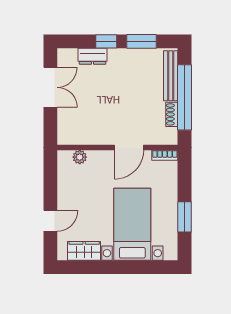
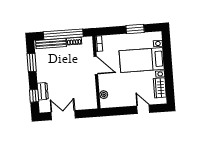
window: (106, 41) -> (34, 96), moved

